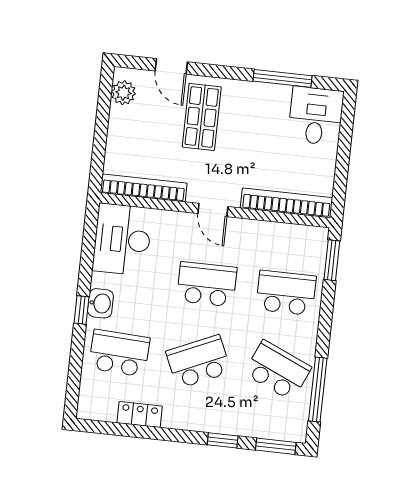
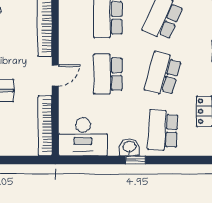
school desk: (198, 362) -> (163, 74), turned 39

